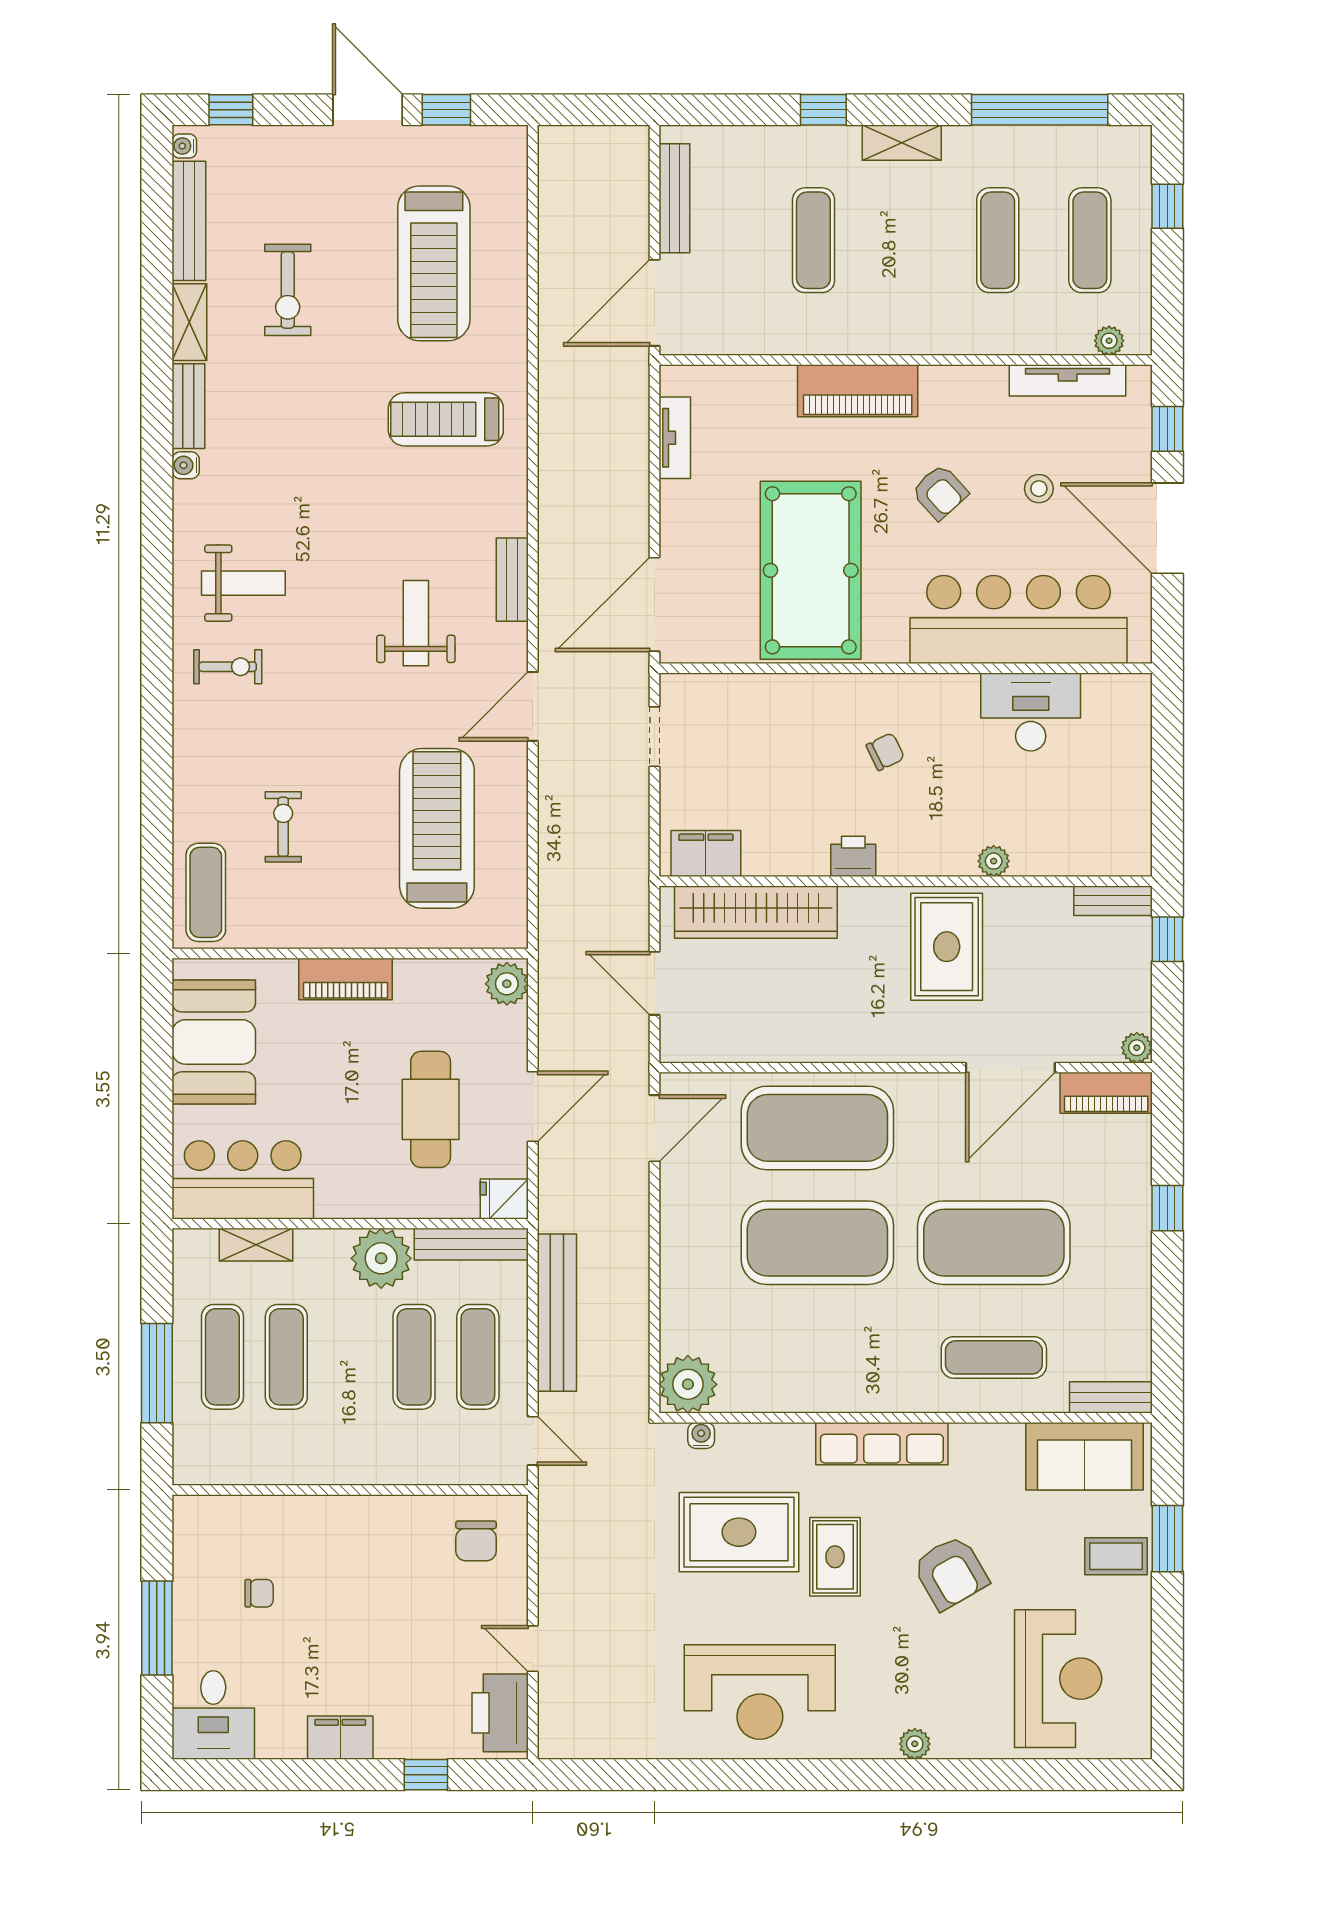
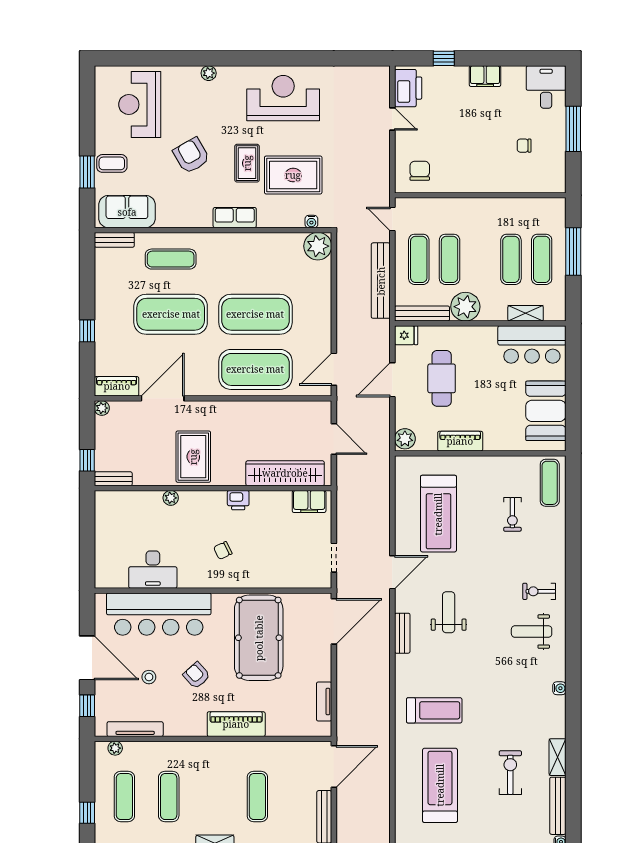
bench: (188, 406) -> (558, 717), removed
weight bench: (416, 623) -> (449, 612), turned 180
piano: (345, 979) -> (460, 441), moved
row of seats: (882, 1444) -> (235, 218), width x0.68

